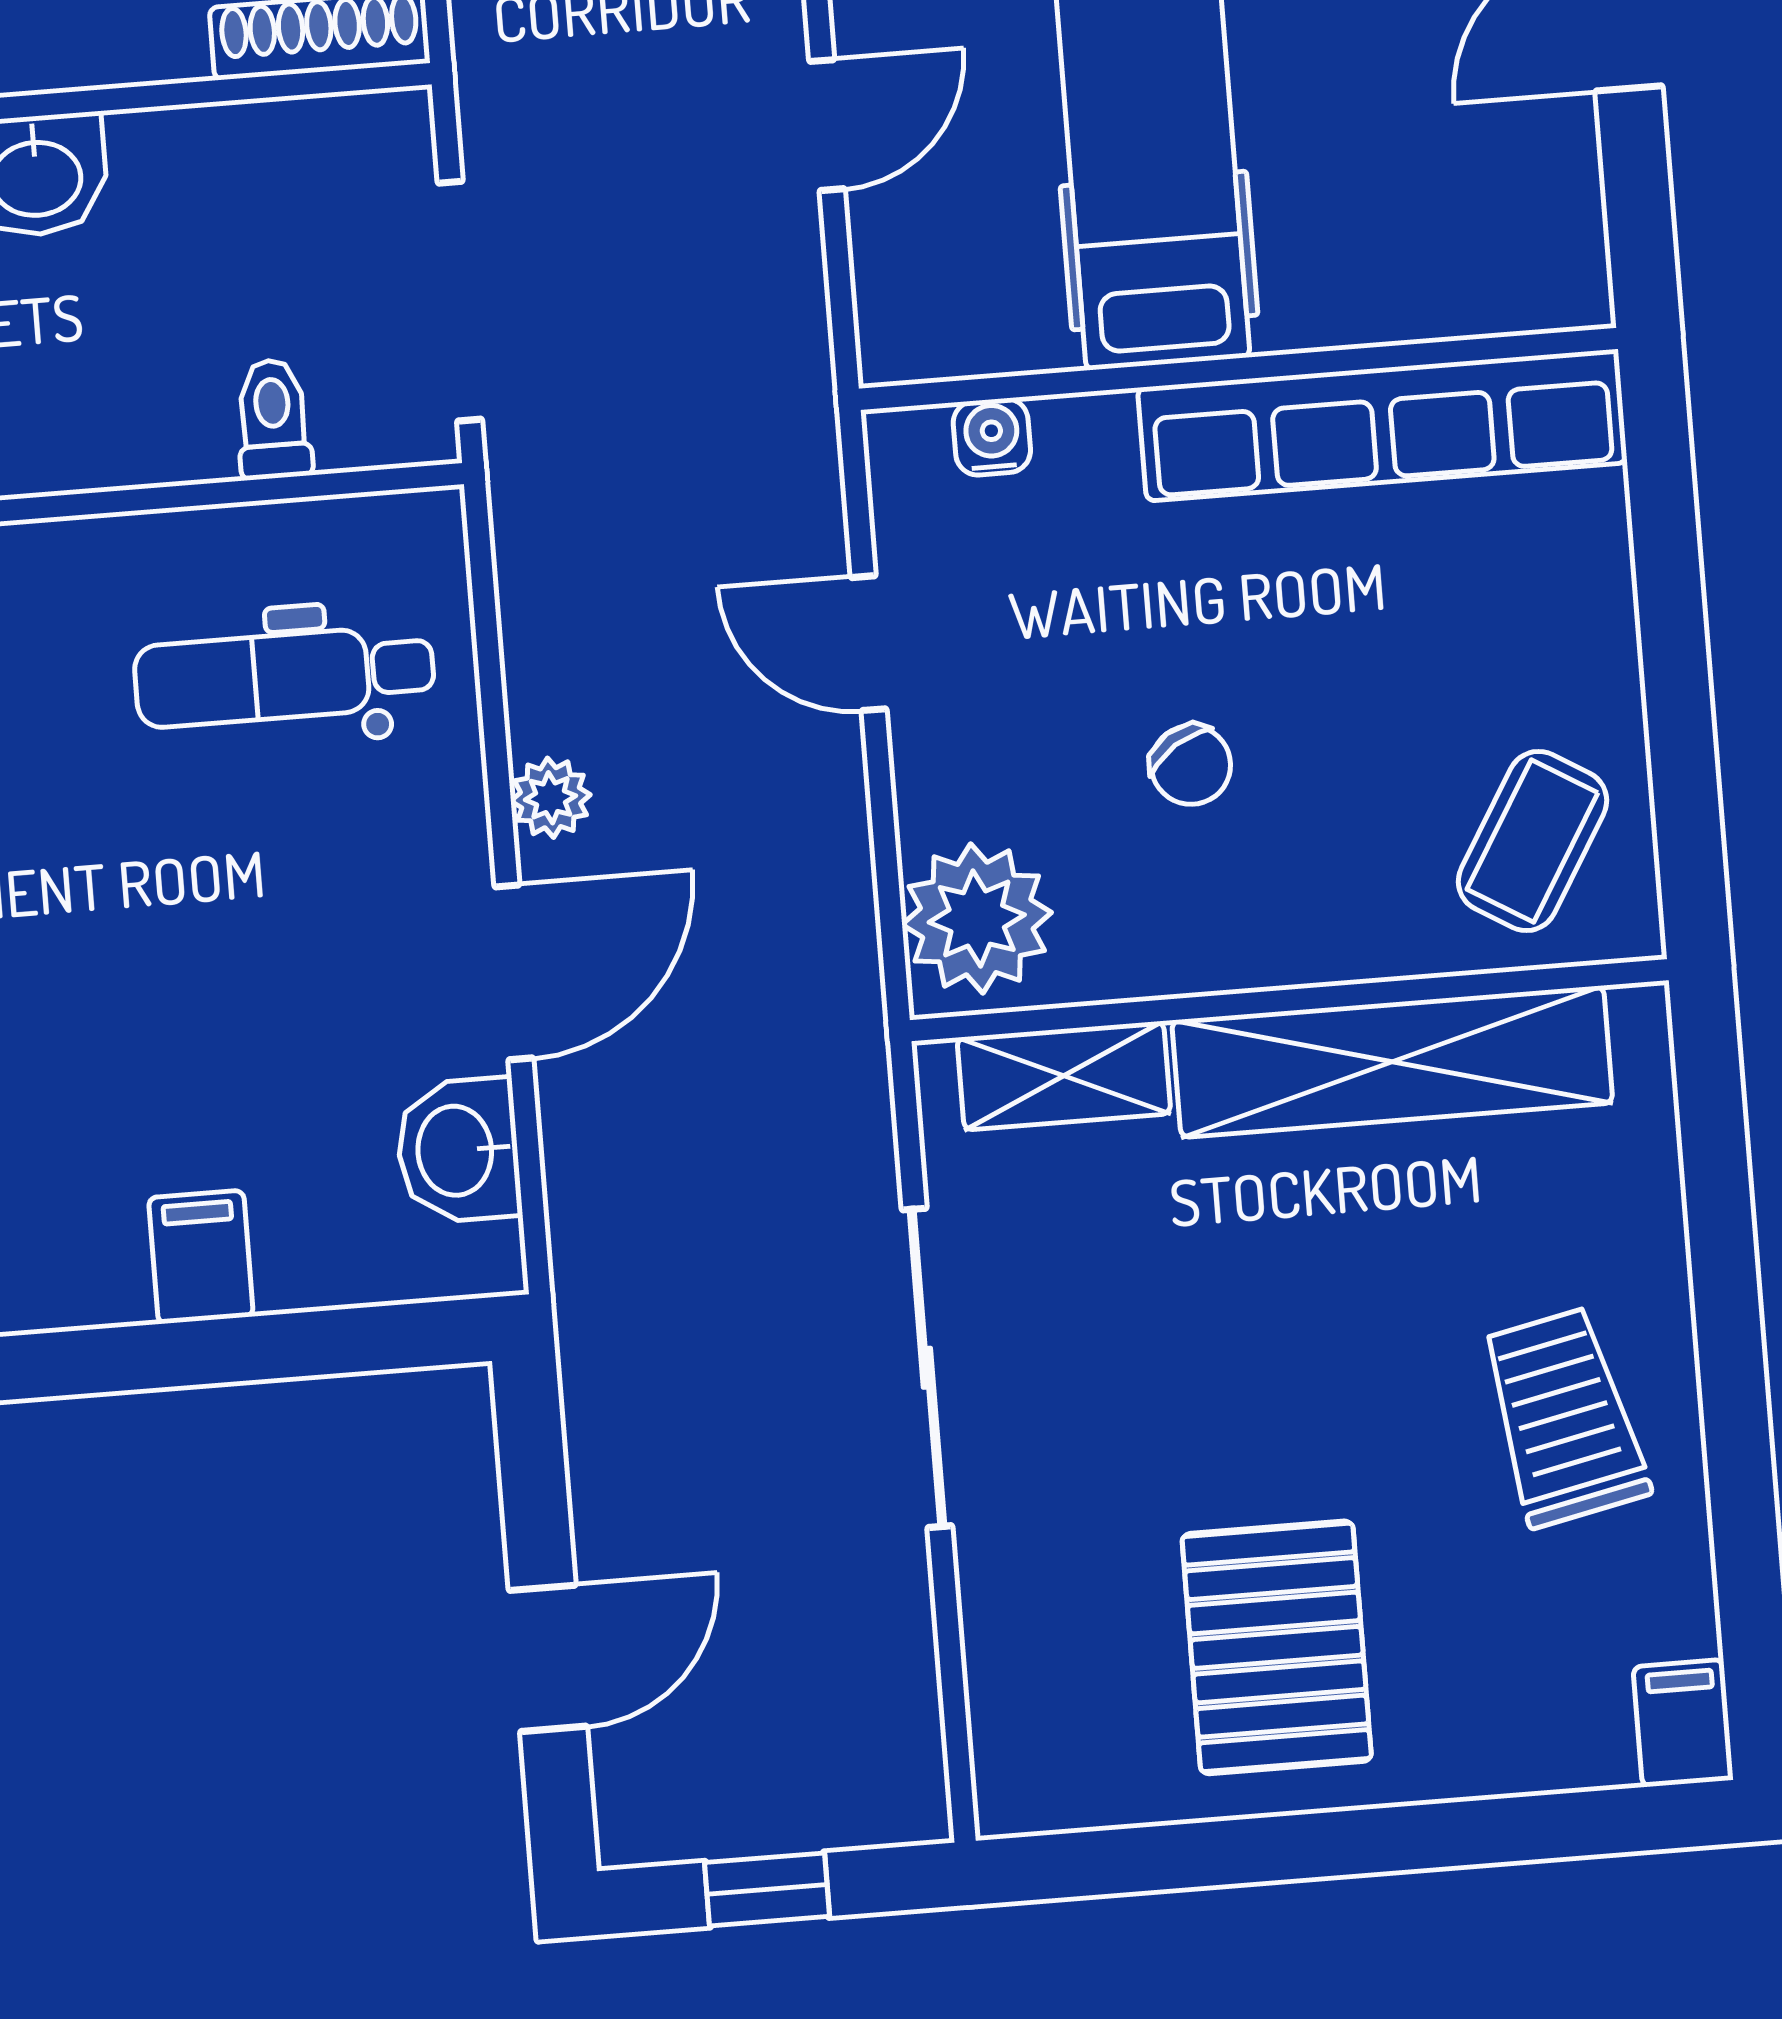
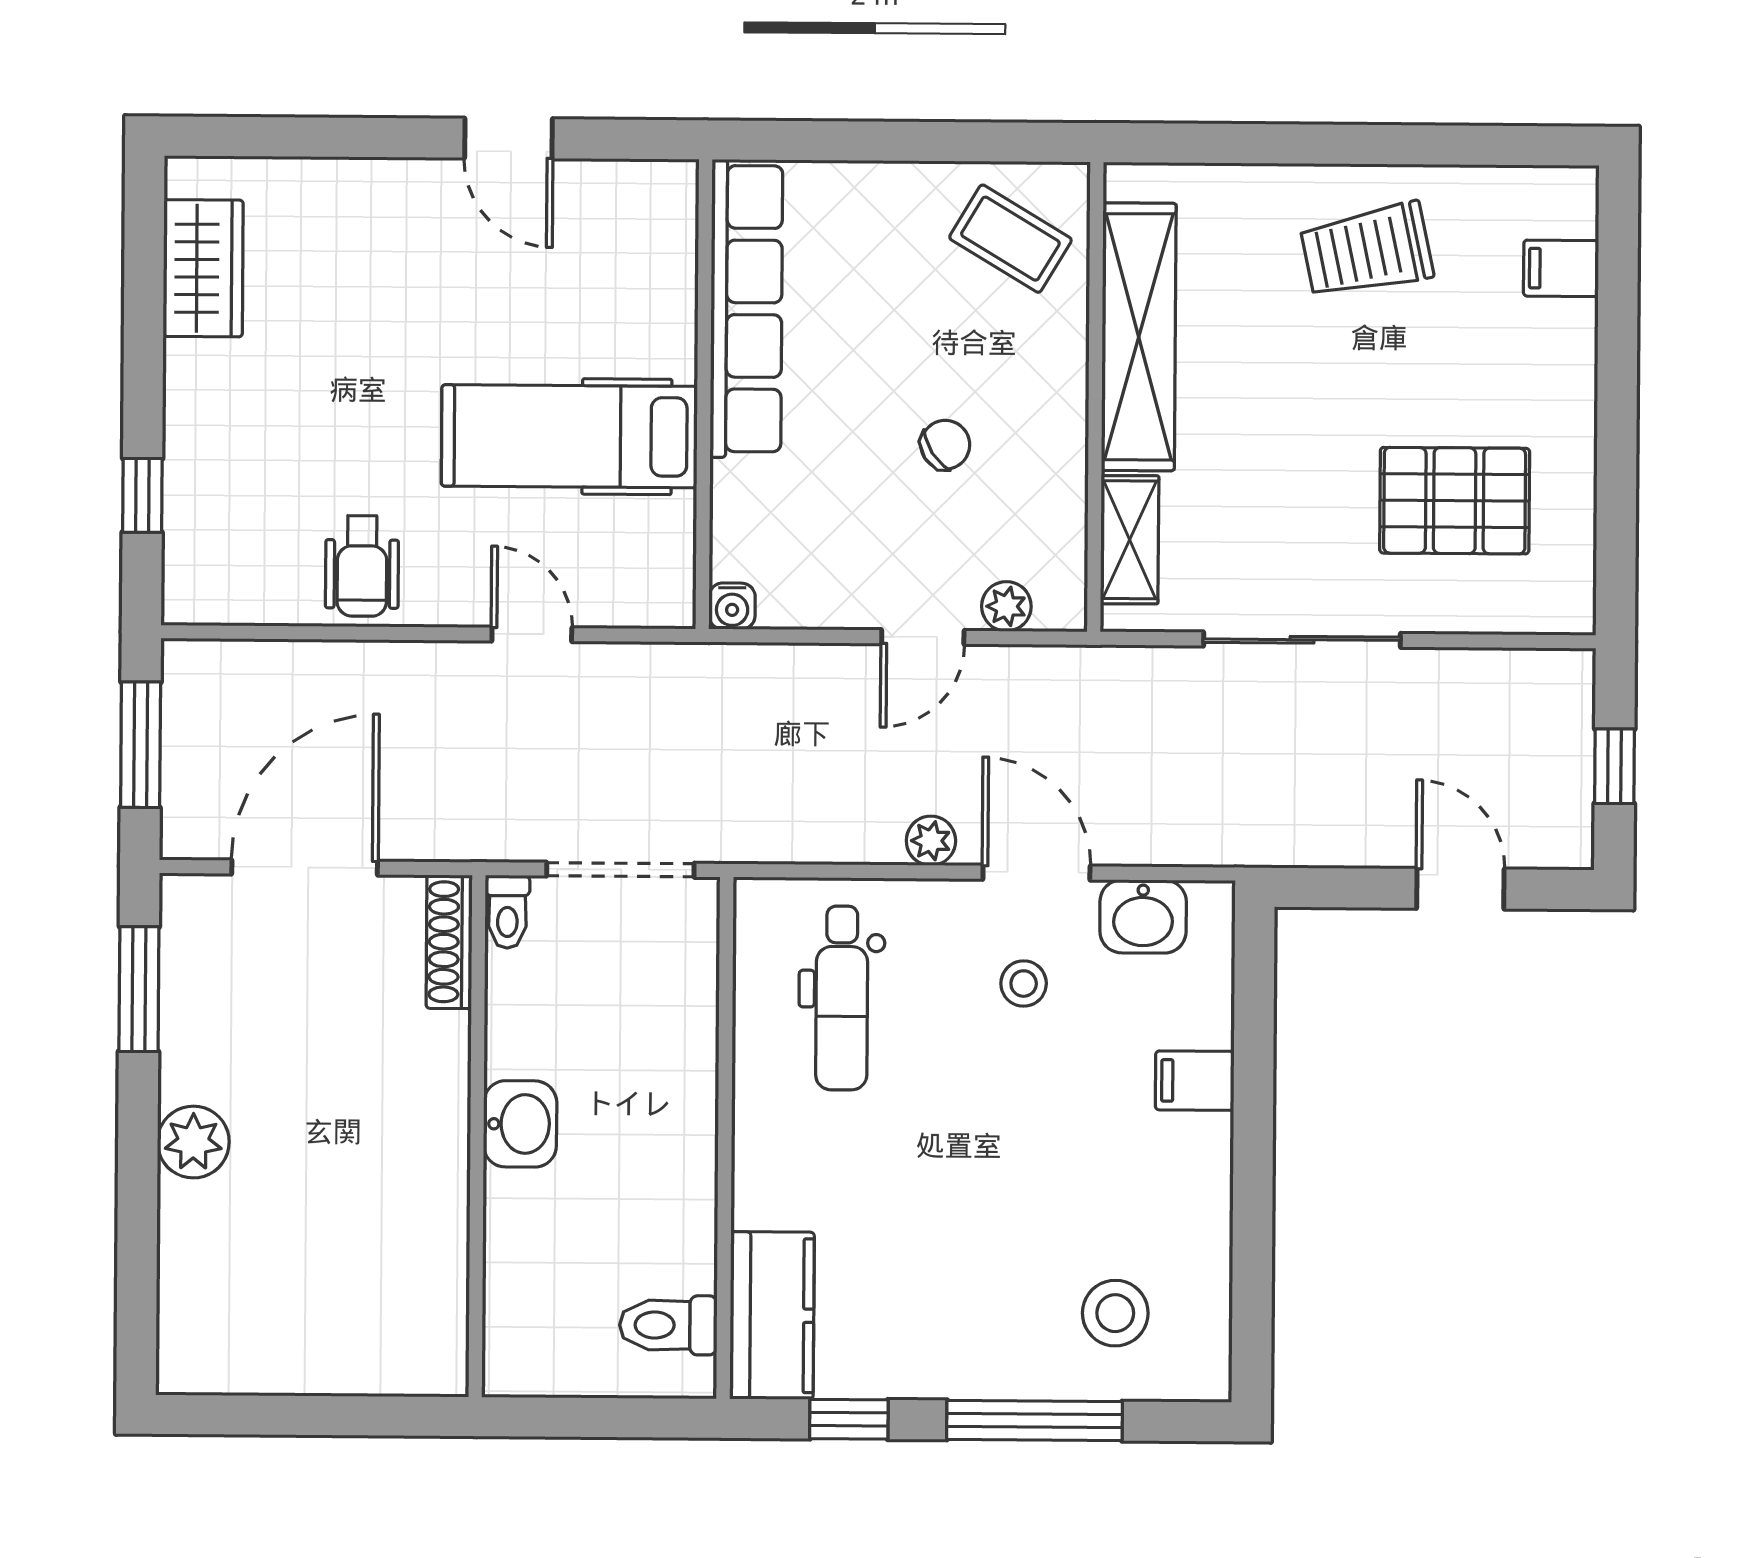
toilet: (273, 419) -> (507, 912), moved, turned -90
water cooler: (992, 437) -> (732, 606), moved, turned -90
door: (869, 643) -> (923, 637), moved
plant: (977, 919) -> (1006, 606), width x0.53, depth x0.53
stool: (333, 967) -> (1024, 984), added
pallet: (1277, 1647) -> (1455, 501), moved
filing cabinet: (1683, 1723) -> (1561, 268), moved

